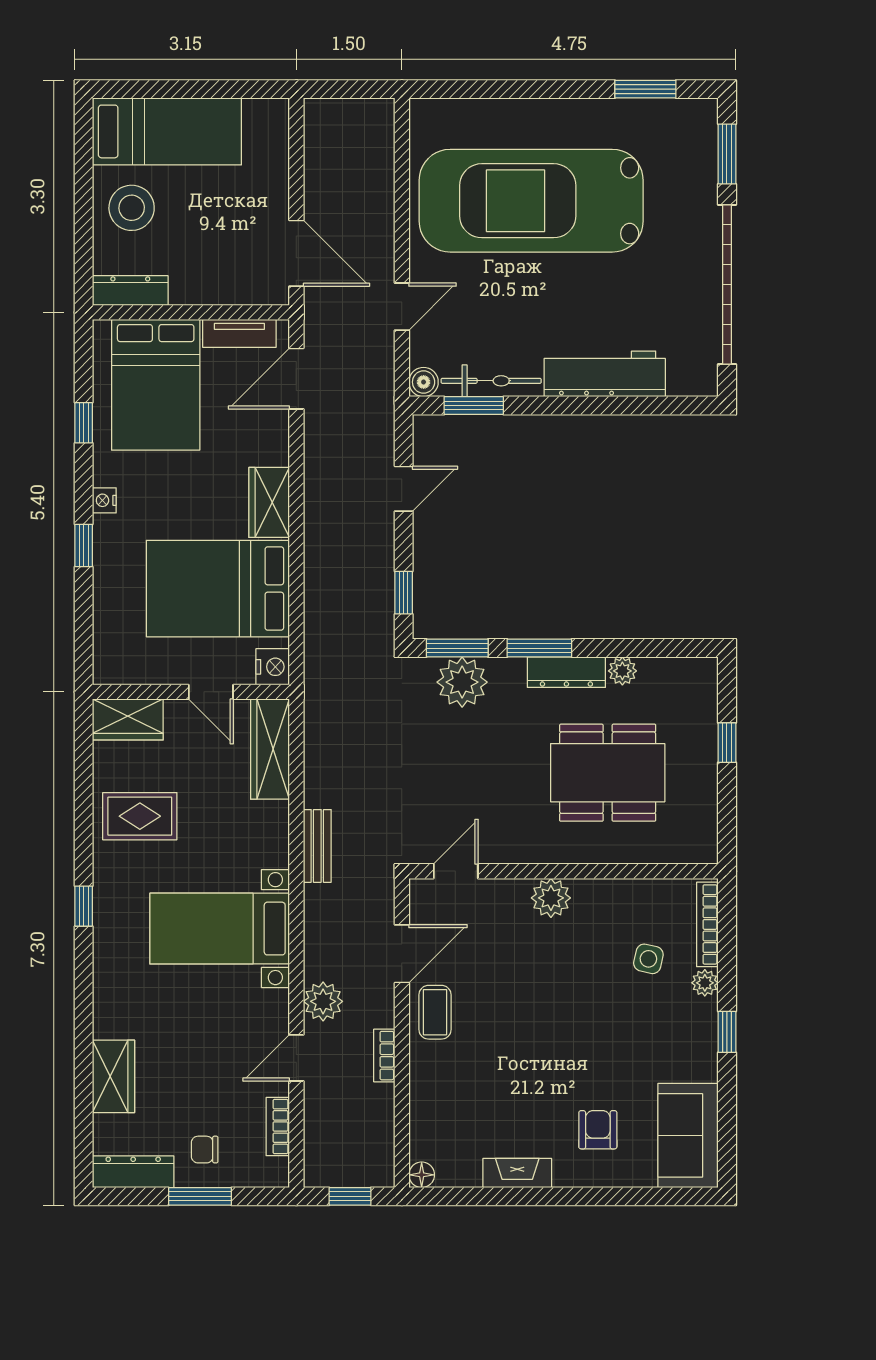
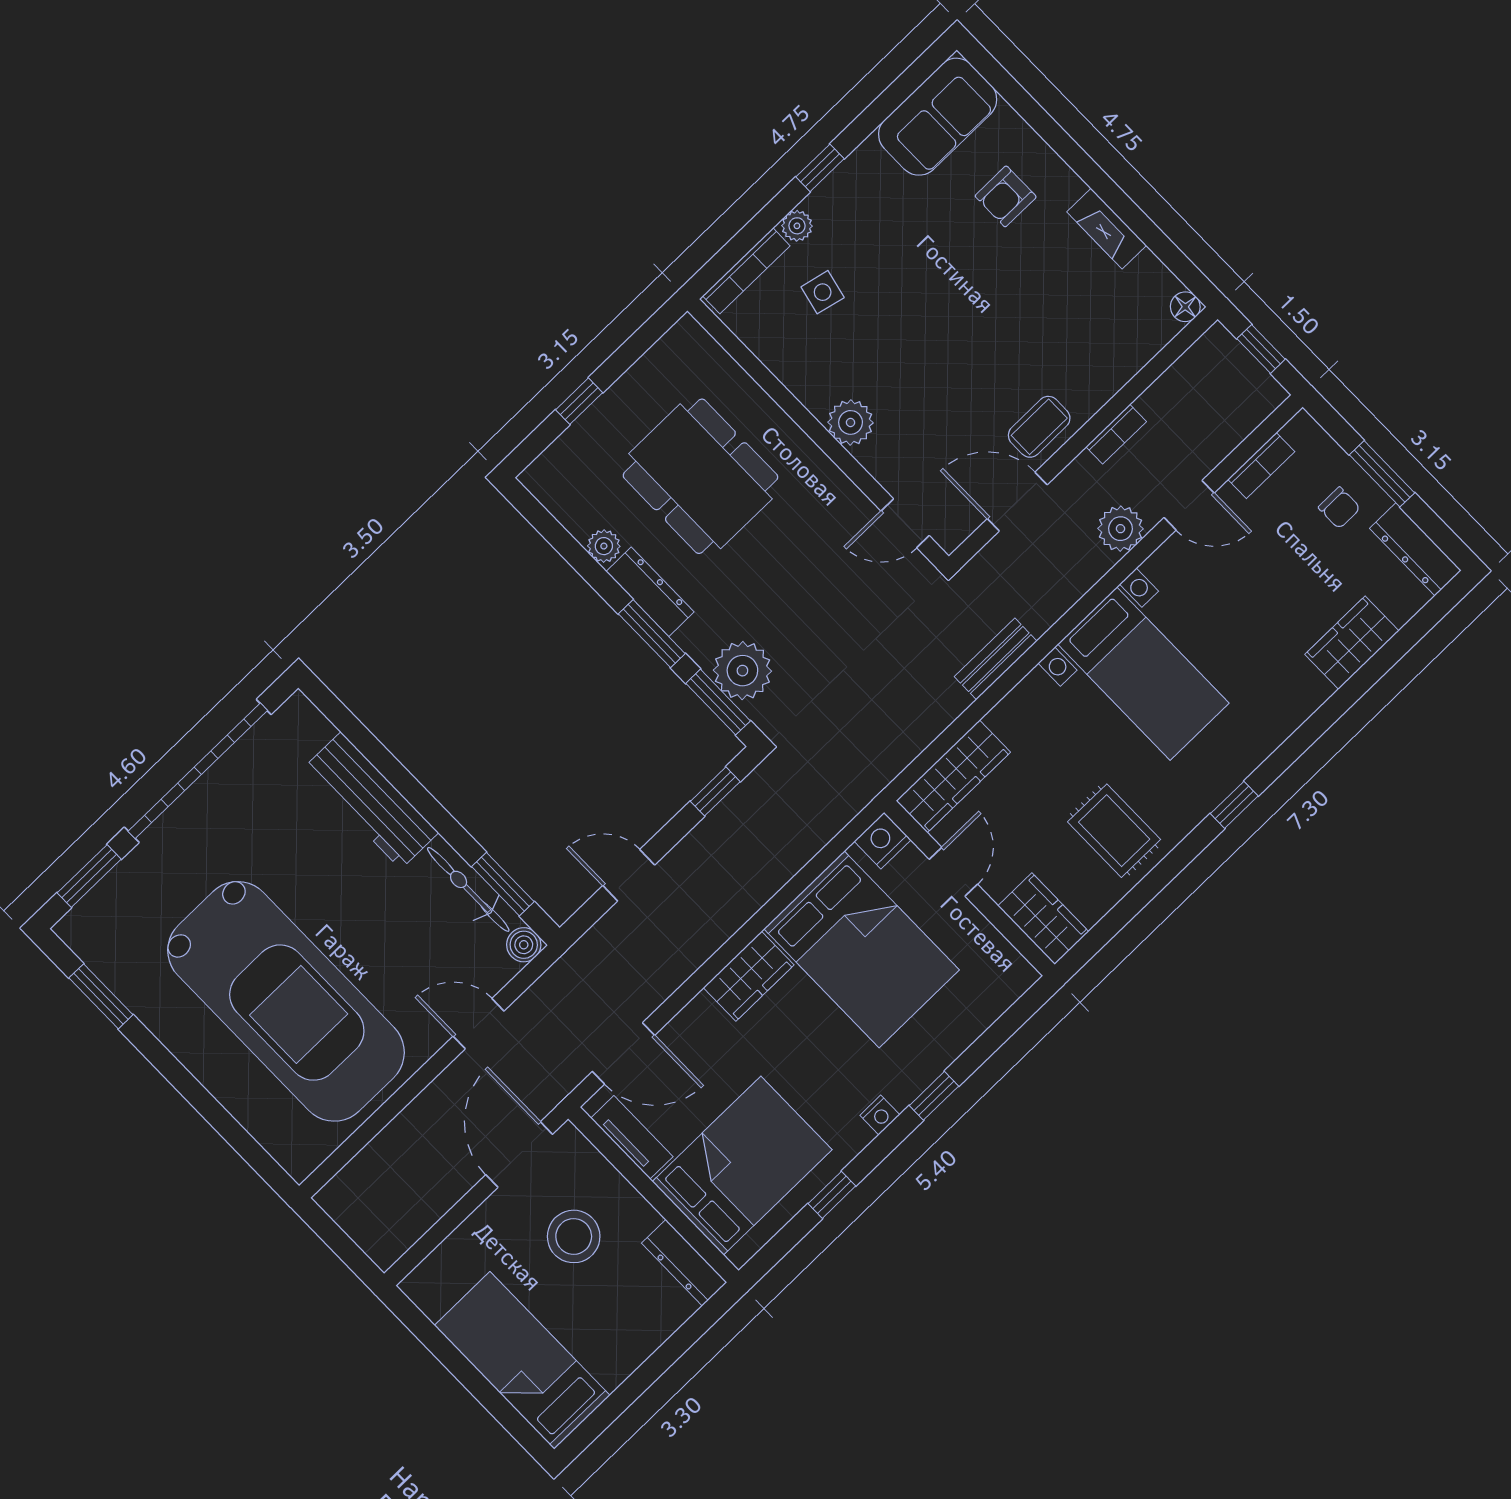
stool: (132, 208) -> (574, 1236), moved

